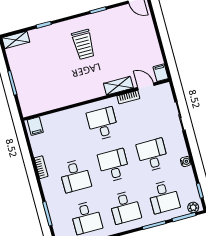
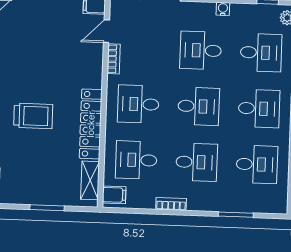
trolley: (83, 44) -> (33, 116), moved
shelving: (118, 86) -> (90, 180), moved
locker: (79, 95) -> (91, 124), added
desk: (64, 134) -> (136, 160), added
desk: (114, 165) -> (199, 106), turned 180

